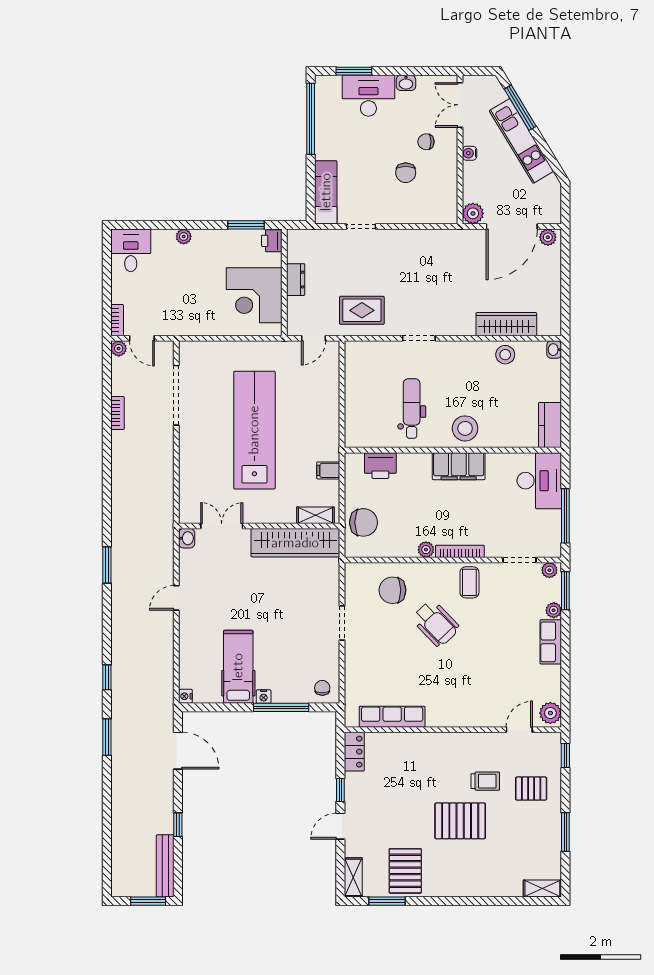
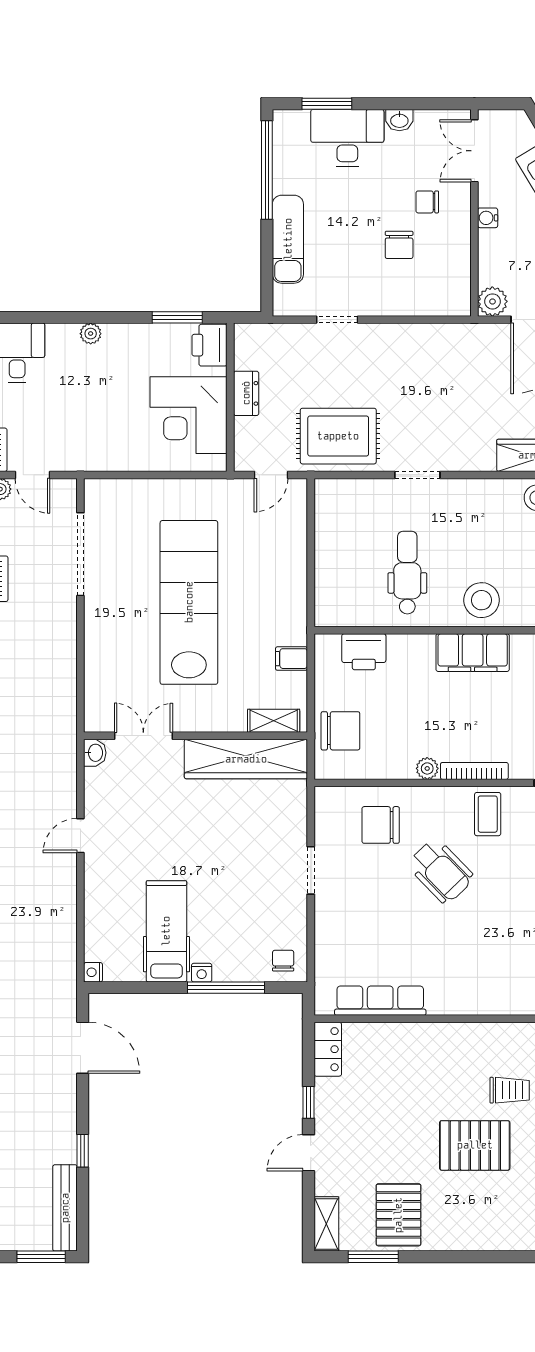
exam couch: (326, 192) -> (288, 239), moved
printer: (272, 241) -> (210, 345), width x1.36, depth x1.24
rug: (362, 310) -> (338, 436), width x1.36, depth x1.43

